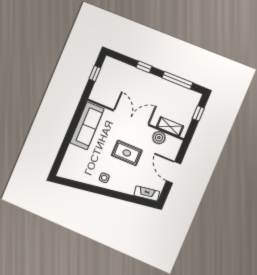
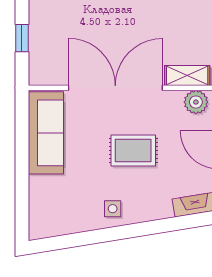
double door: (131, 118) -> (115, 88), width x1.36
plant: (159, 138) -> (196, 102), moved

